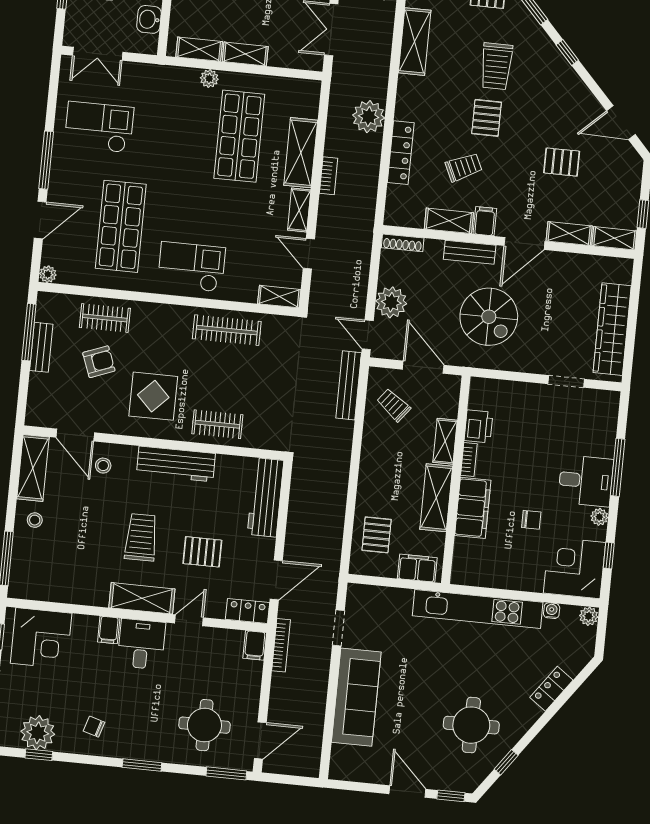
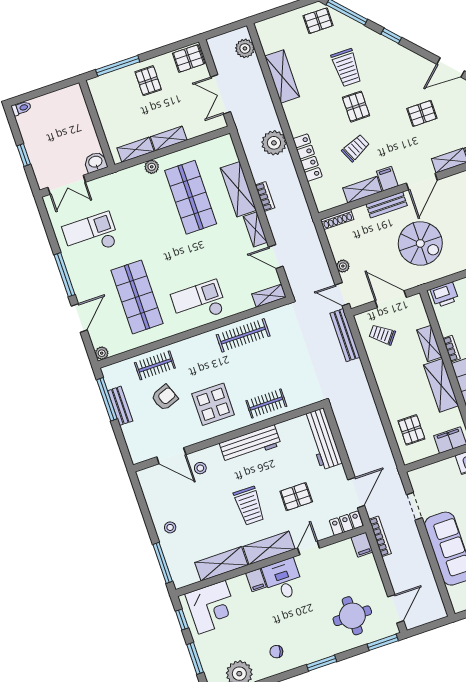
washbasin: (149, 19) -> (96, 162), moved, turned 90
plant: (391, 302) -> (343, 266), width x0.53, depth x0.53
printer: (479, 426) -> (444, 295), moved, turned 90
shelving: (33, 468) -> (221, 564), moved, turned 90
trolley: (141, 537) -> (249, 506), turned 180

